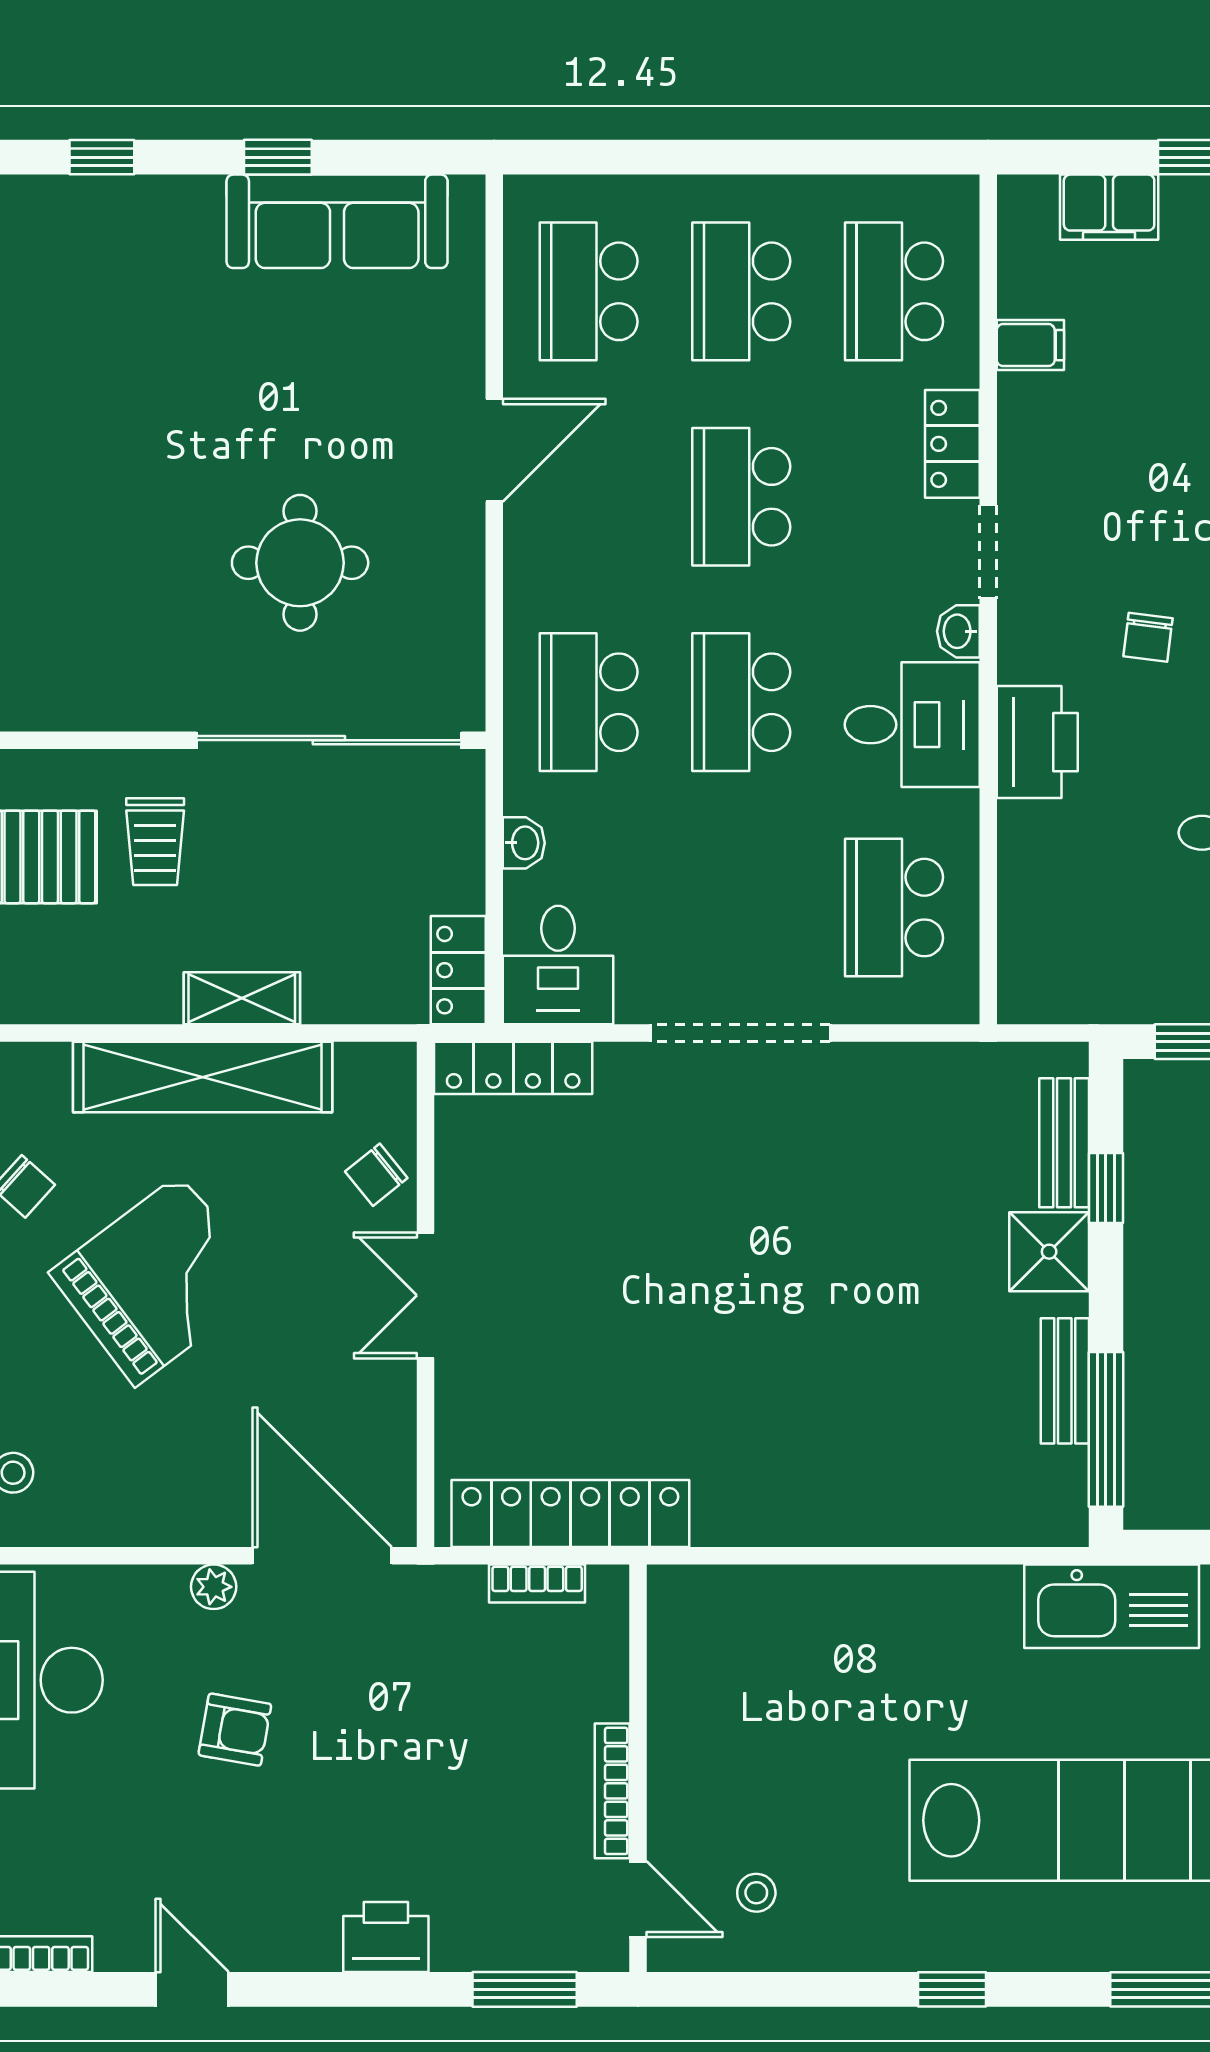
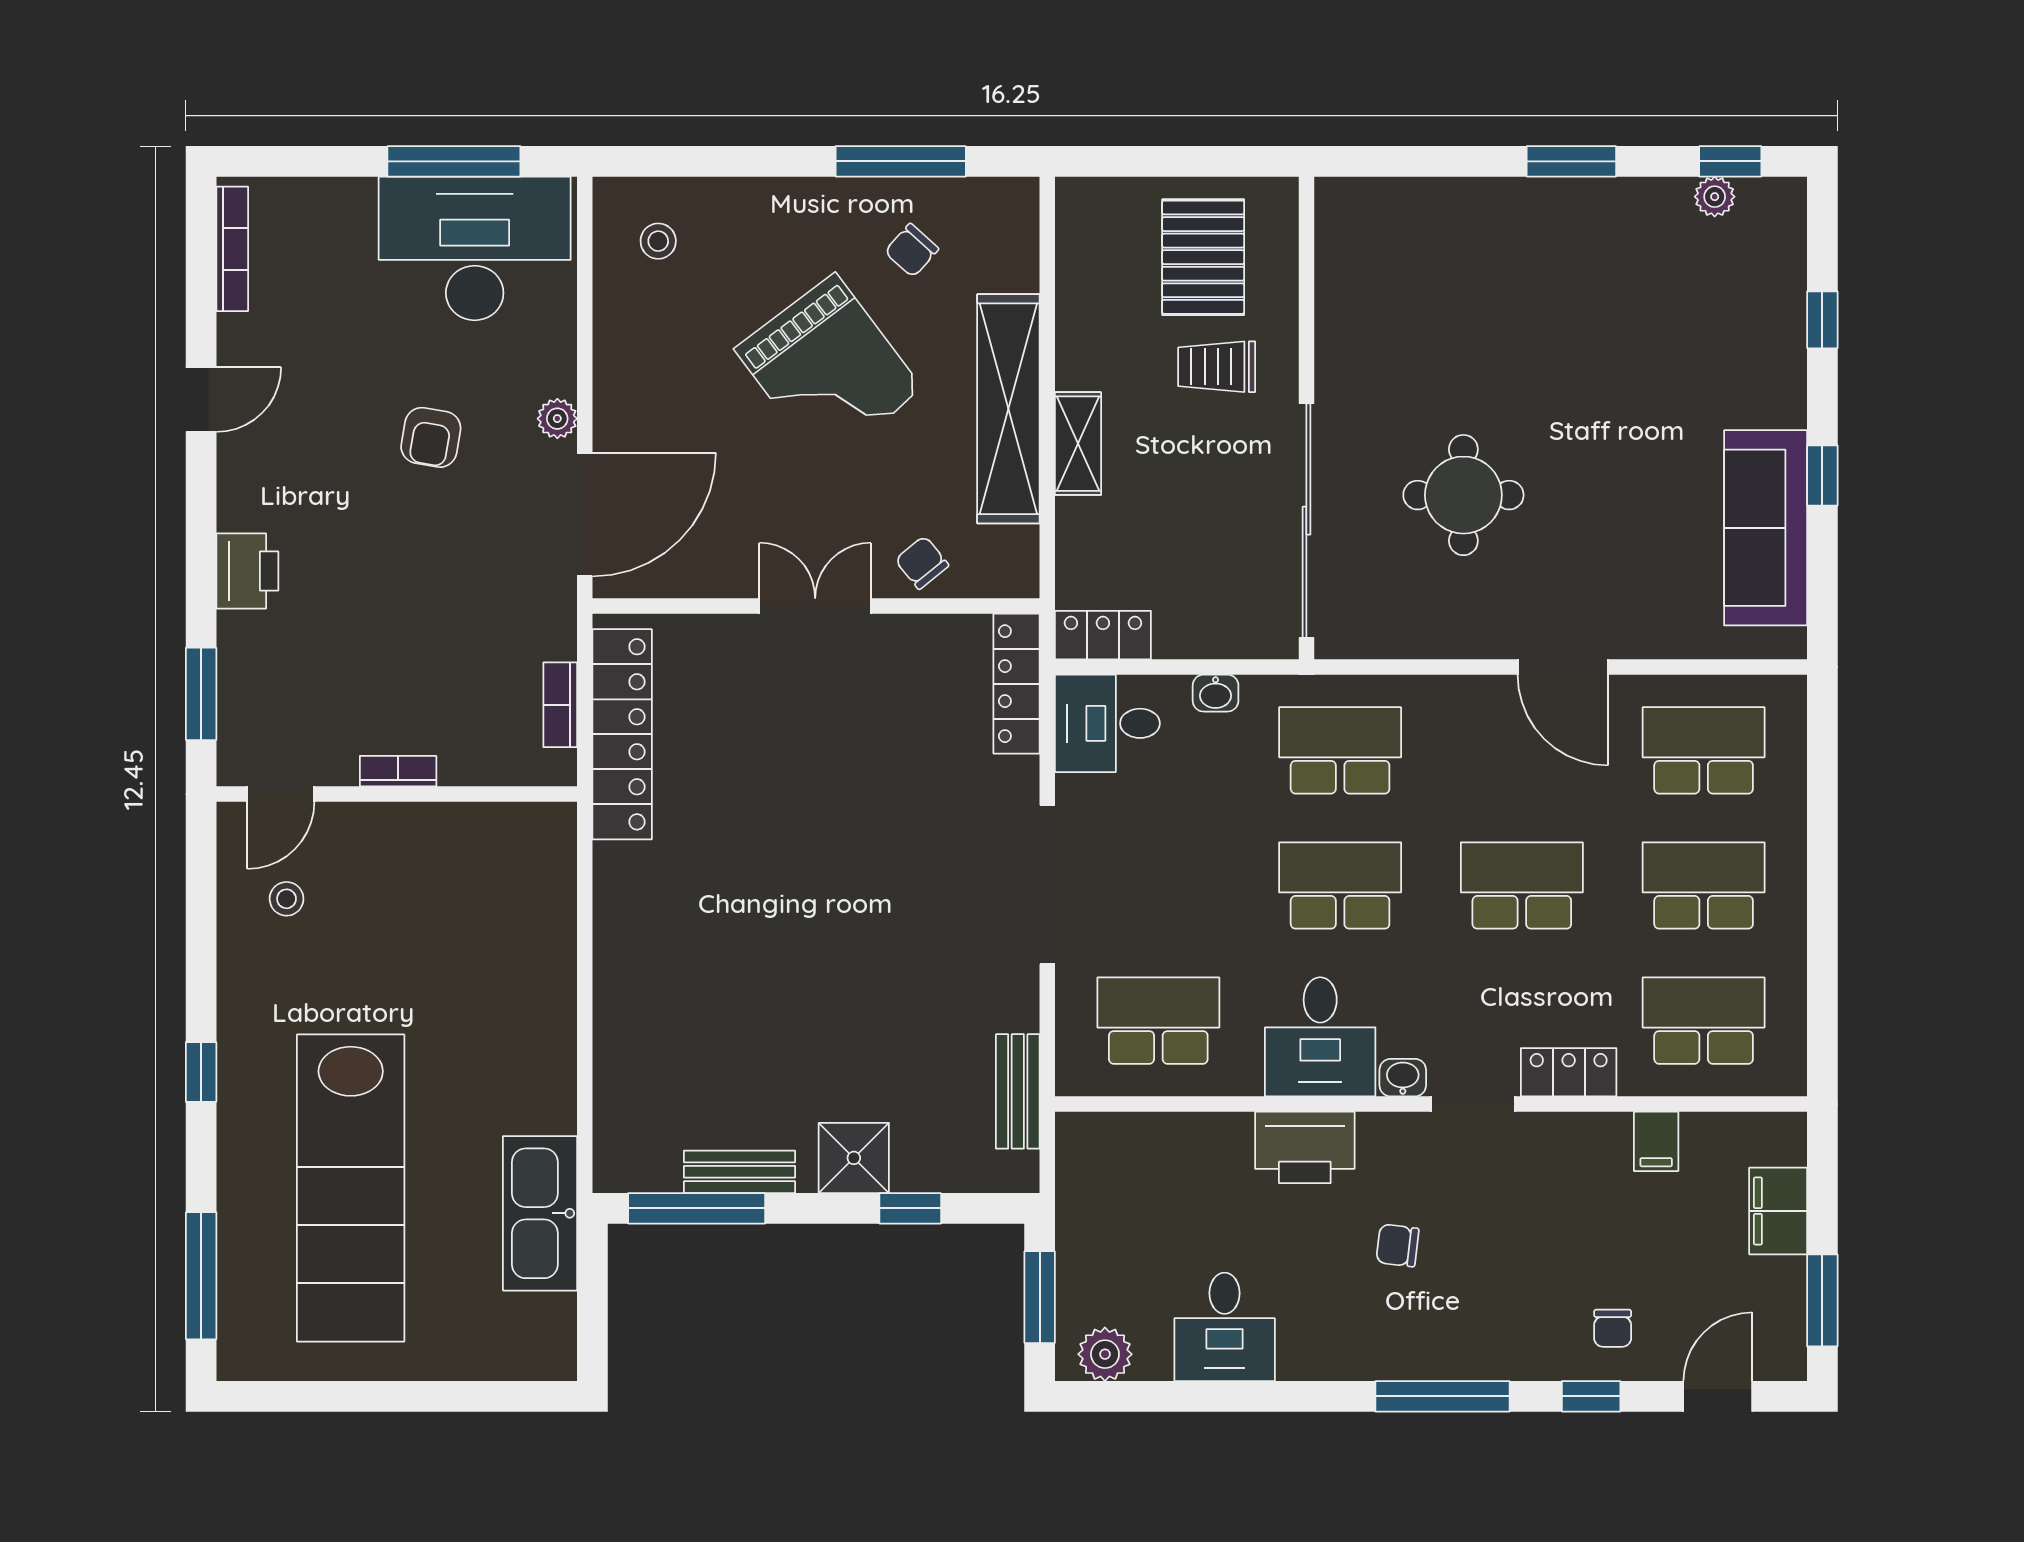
bench: (1064, 1143) -> (1018, 1091), moved, turned 90
bookcase: (612, 1791) -> (398, 771), width x0.64

